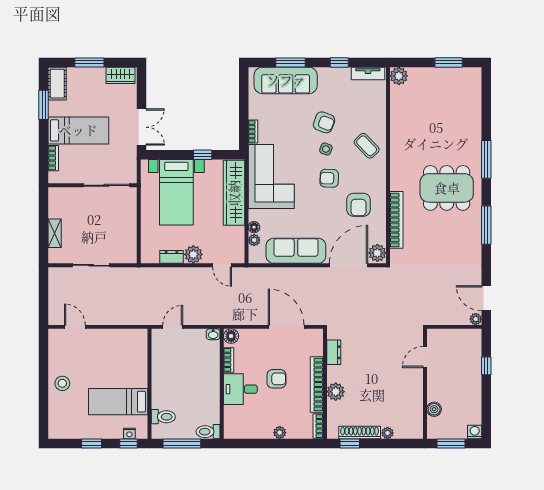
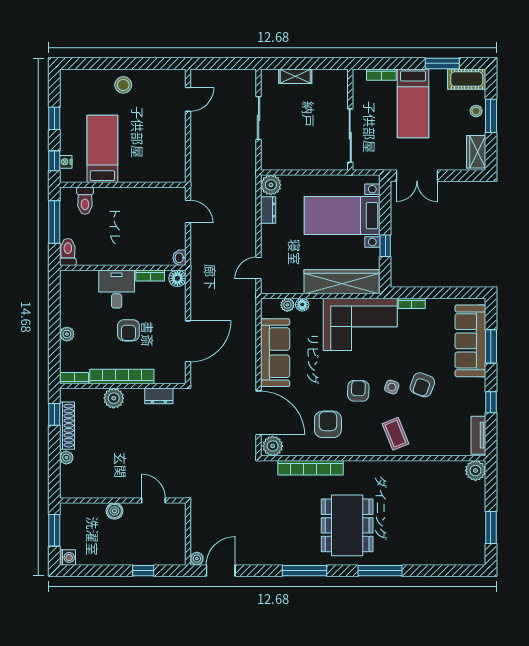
stool: (85, 75) -> (476, 111), added
coffee table: (367, 146) -> (395, 434), turned -68
armchair: (359, 205) -> (328, 424), turned 90
plant: (193, 254) -> (271, 185), moved
boiler: (434, 409) -> (114, 511), moved

